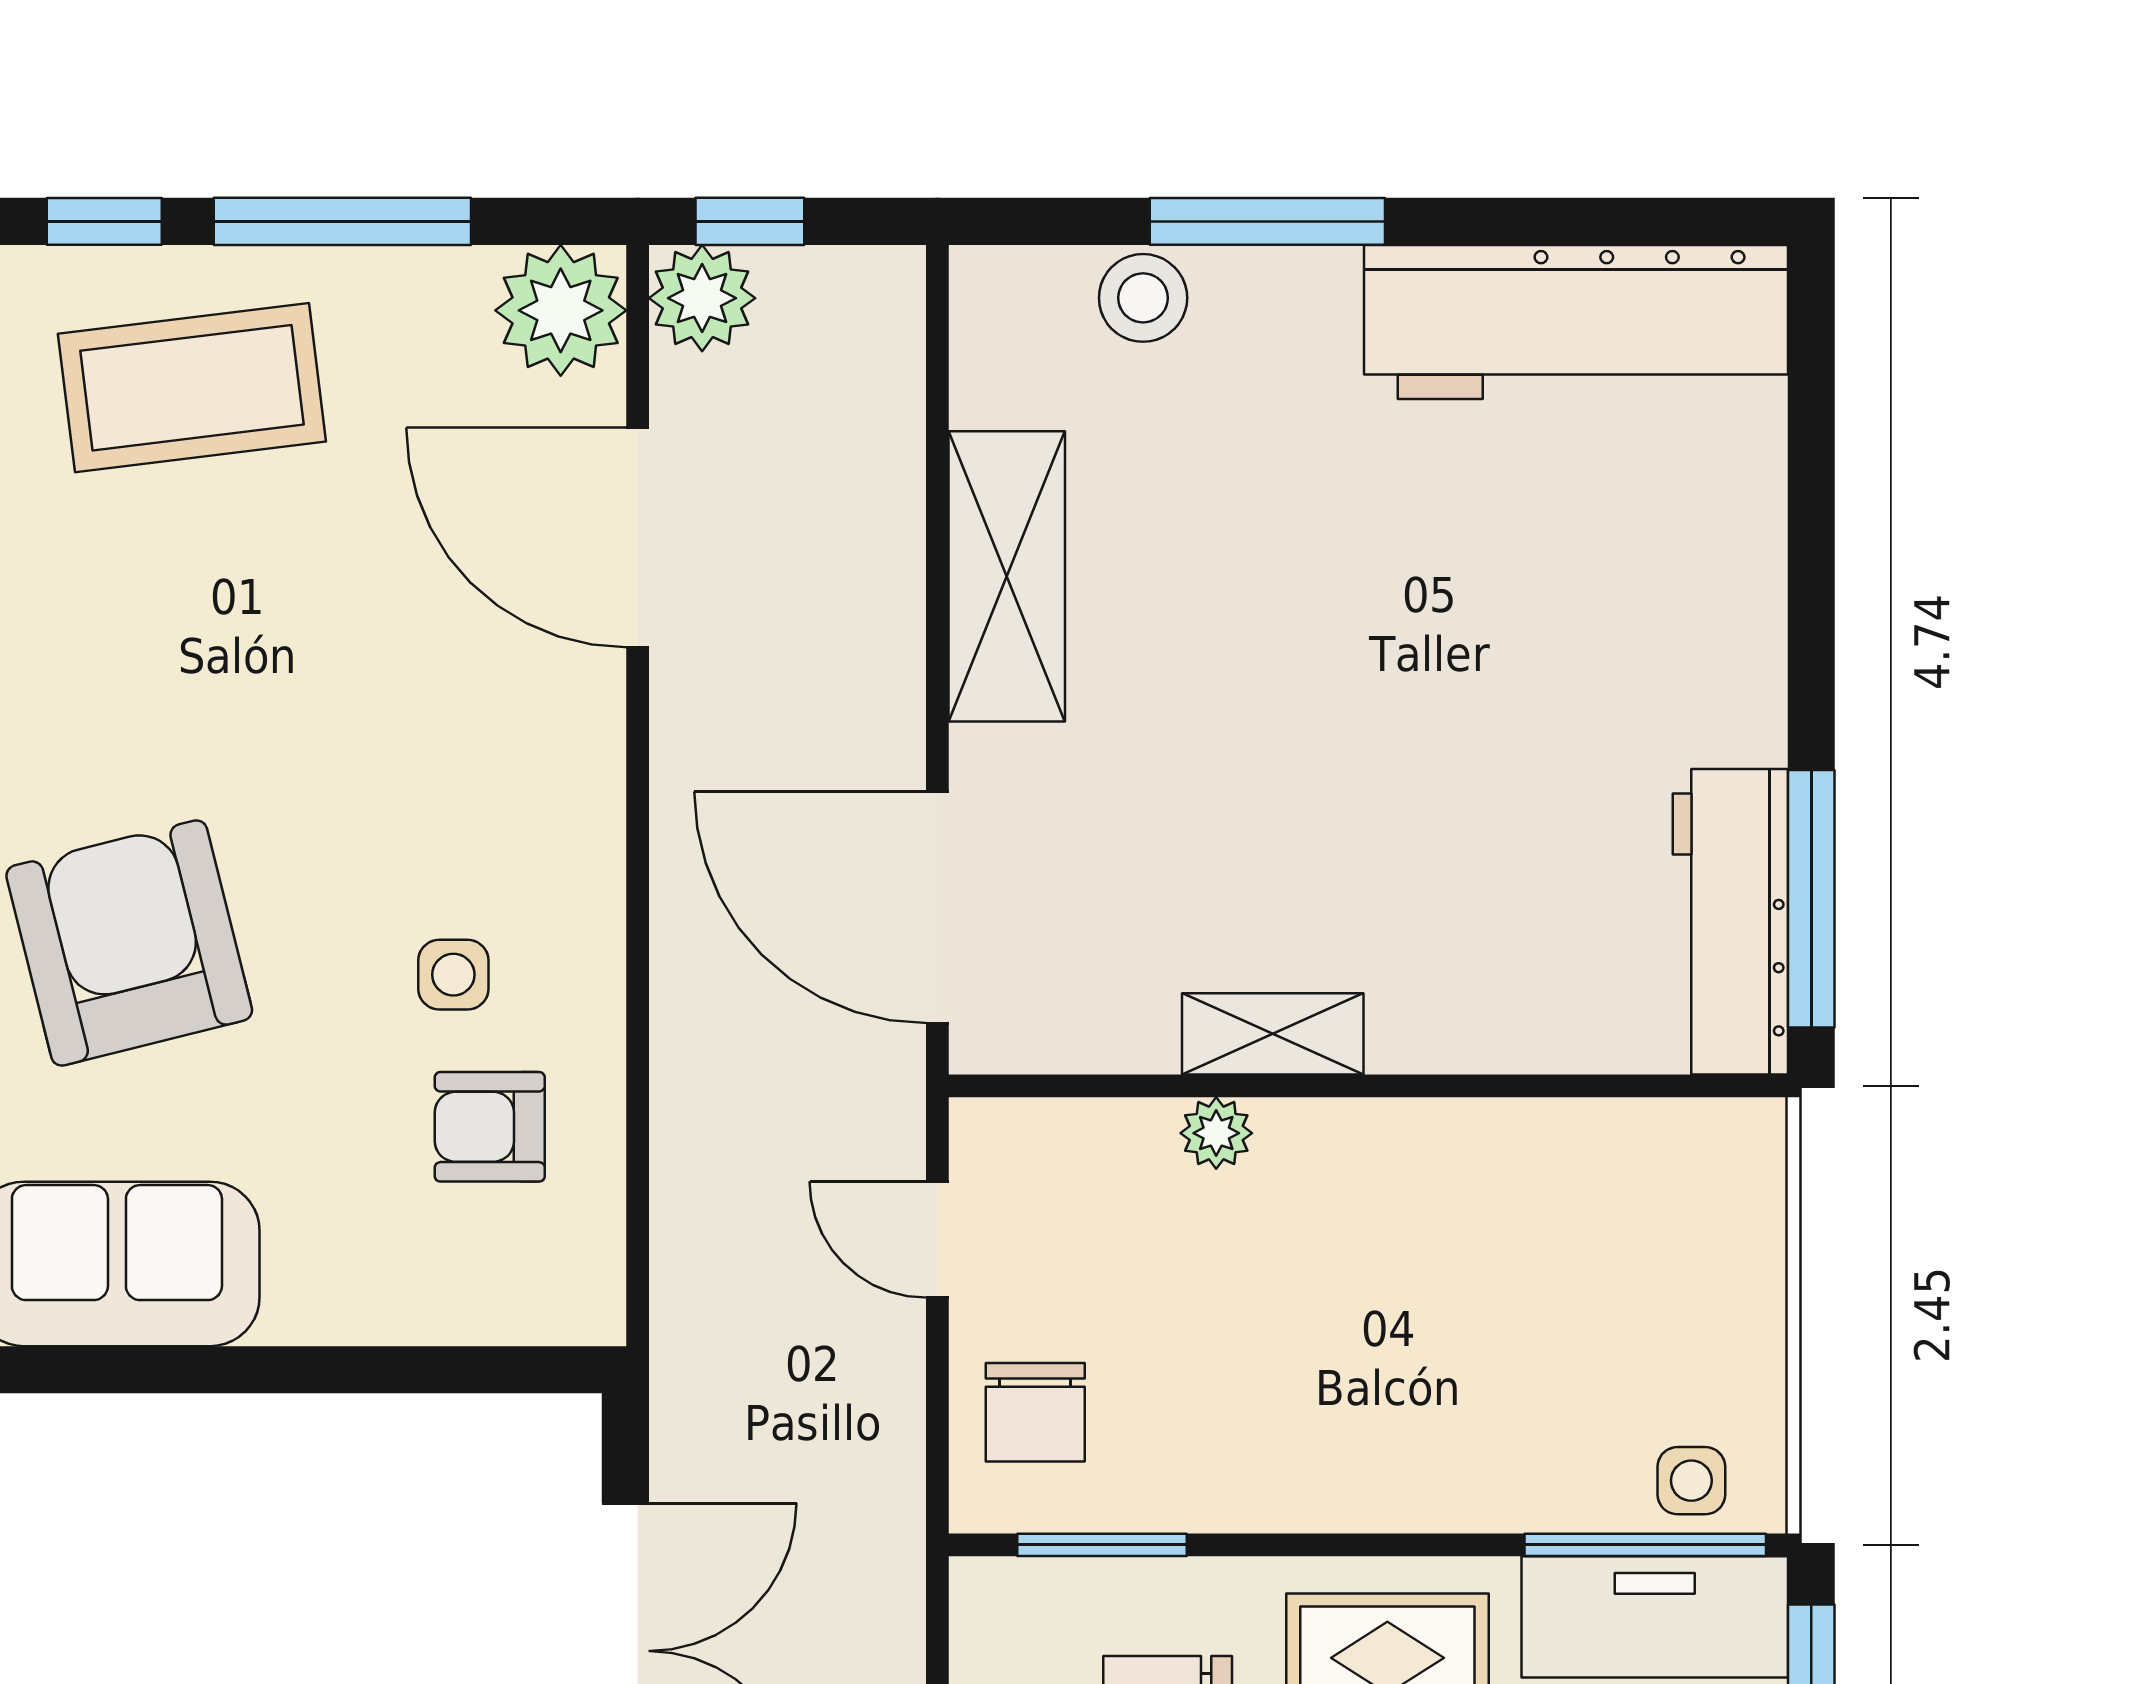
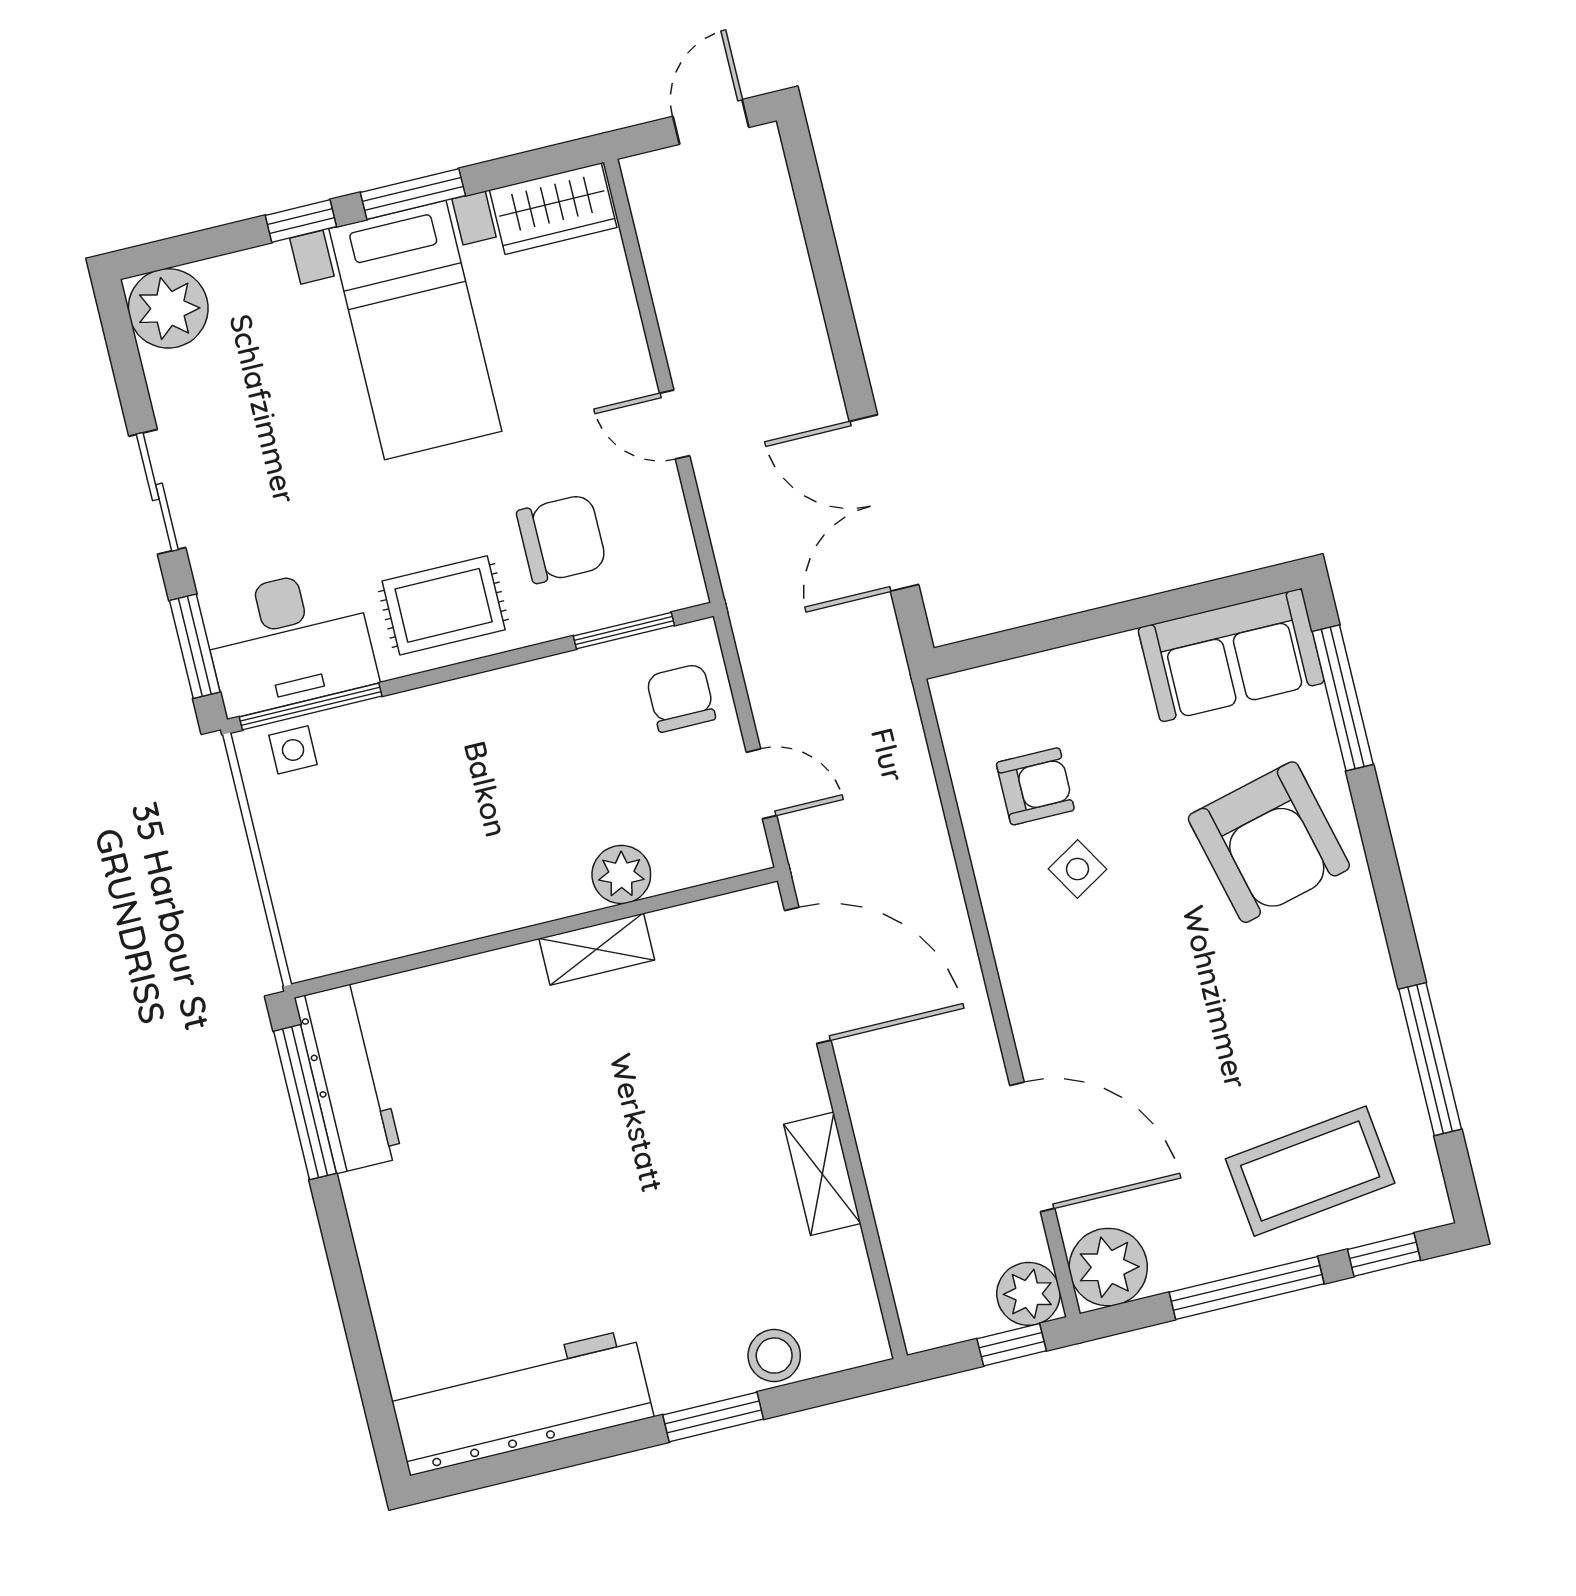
window: (1267, 221) -> (713, 1417), width x0.69
shelving: (1007, 576) -> (822, 1174), width x0.67, depth x0.75
side table: (453, 975) -> (1077, 869), turned -31
plant: (1216, 1133) -> (621, 875), width x1.38, depth x1.38

